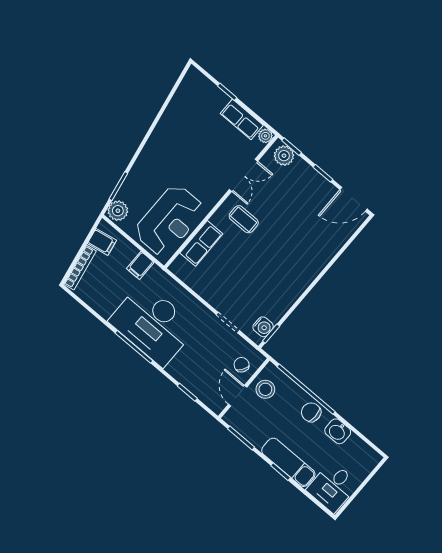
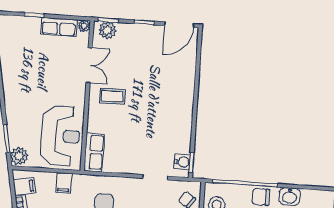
row of seats: (201, 243) -> (94, 152), moved

